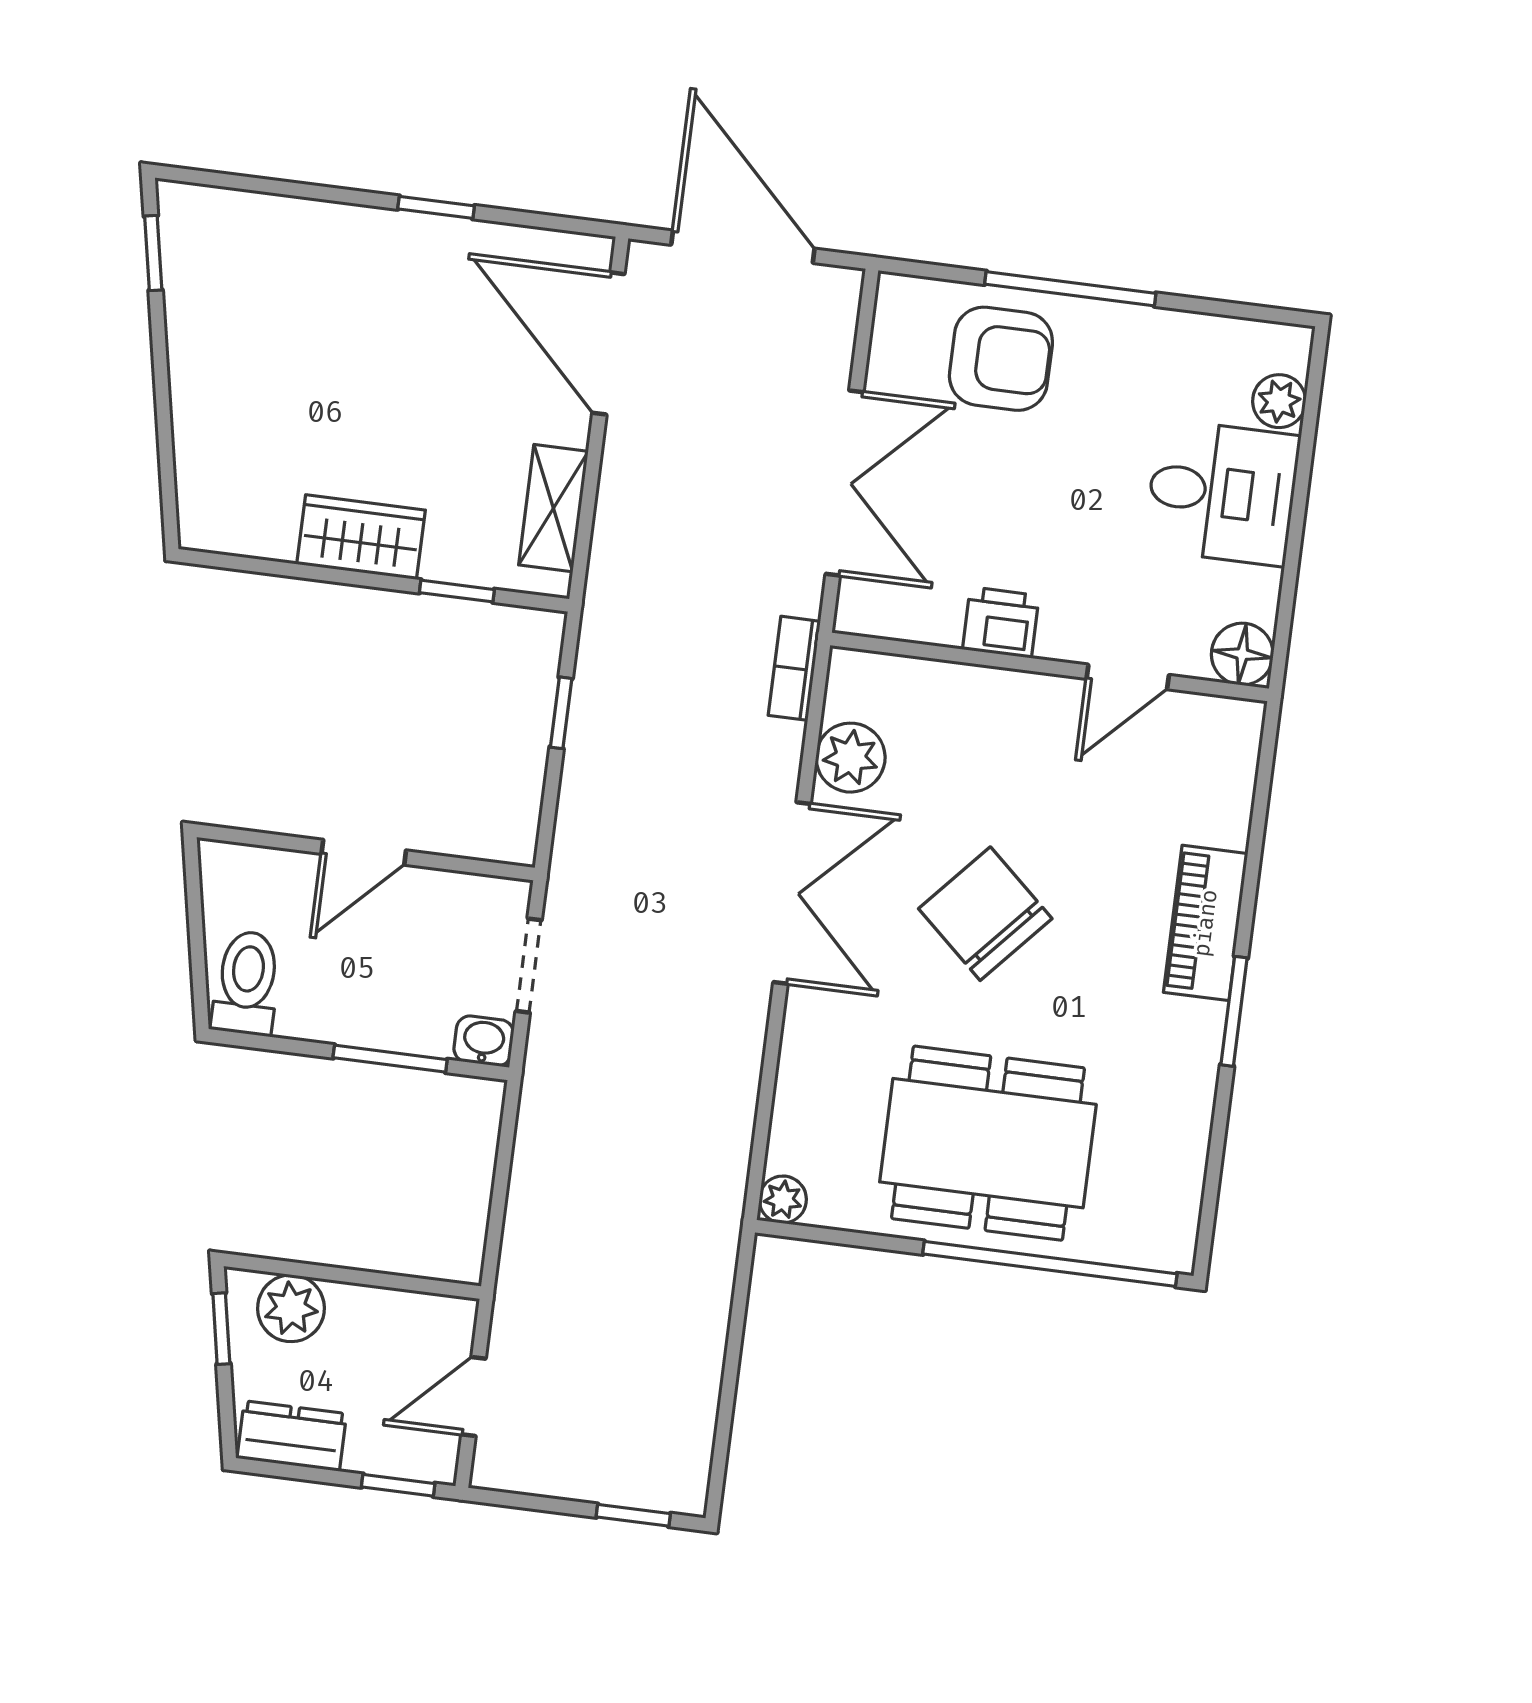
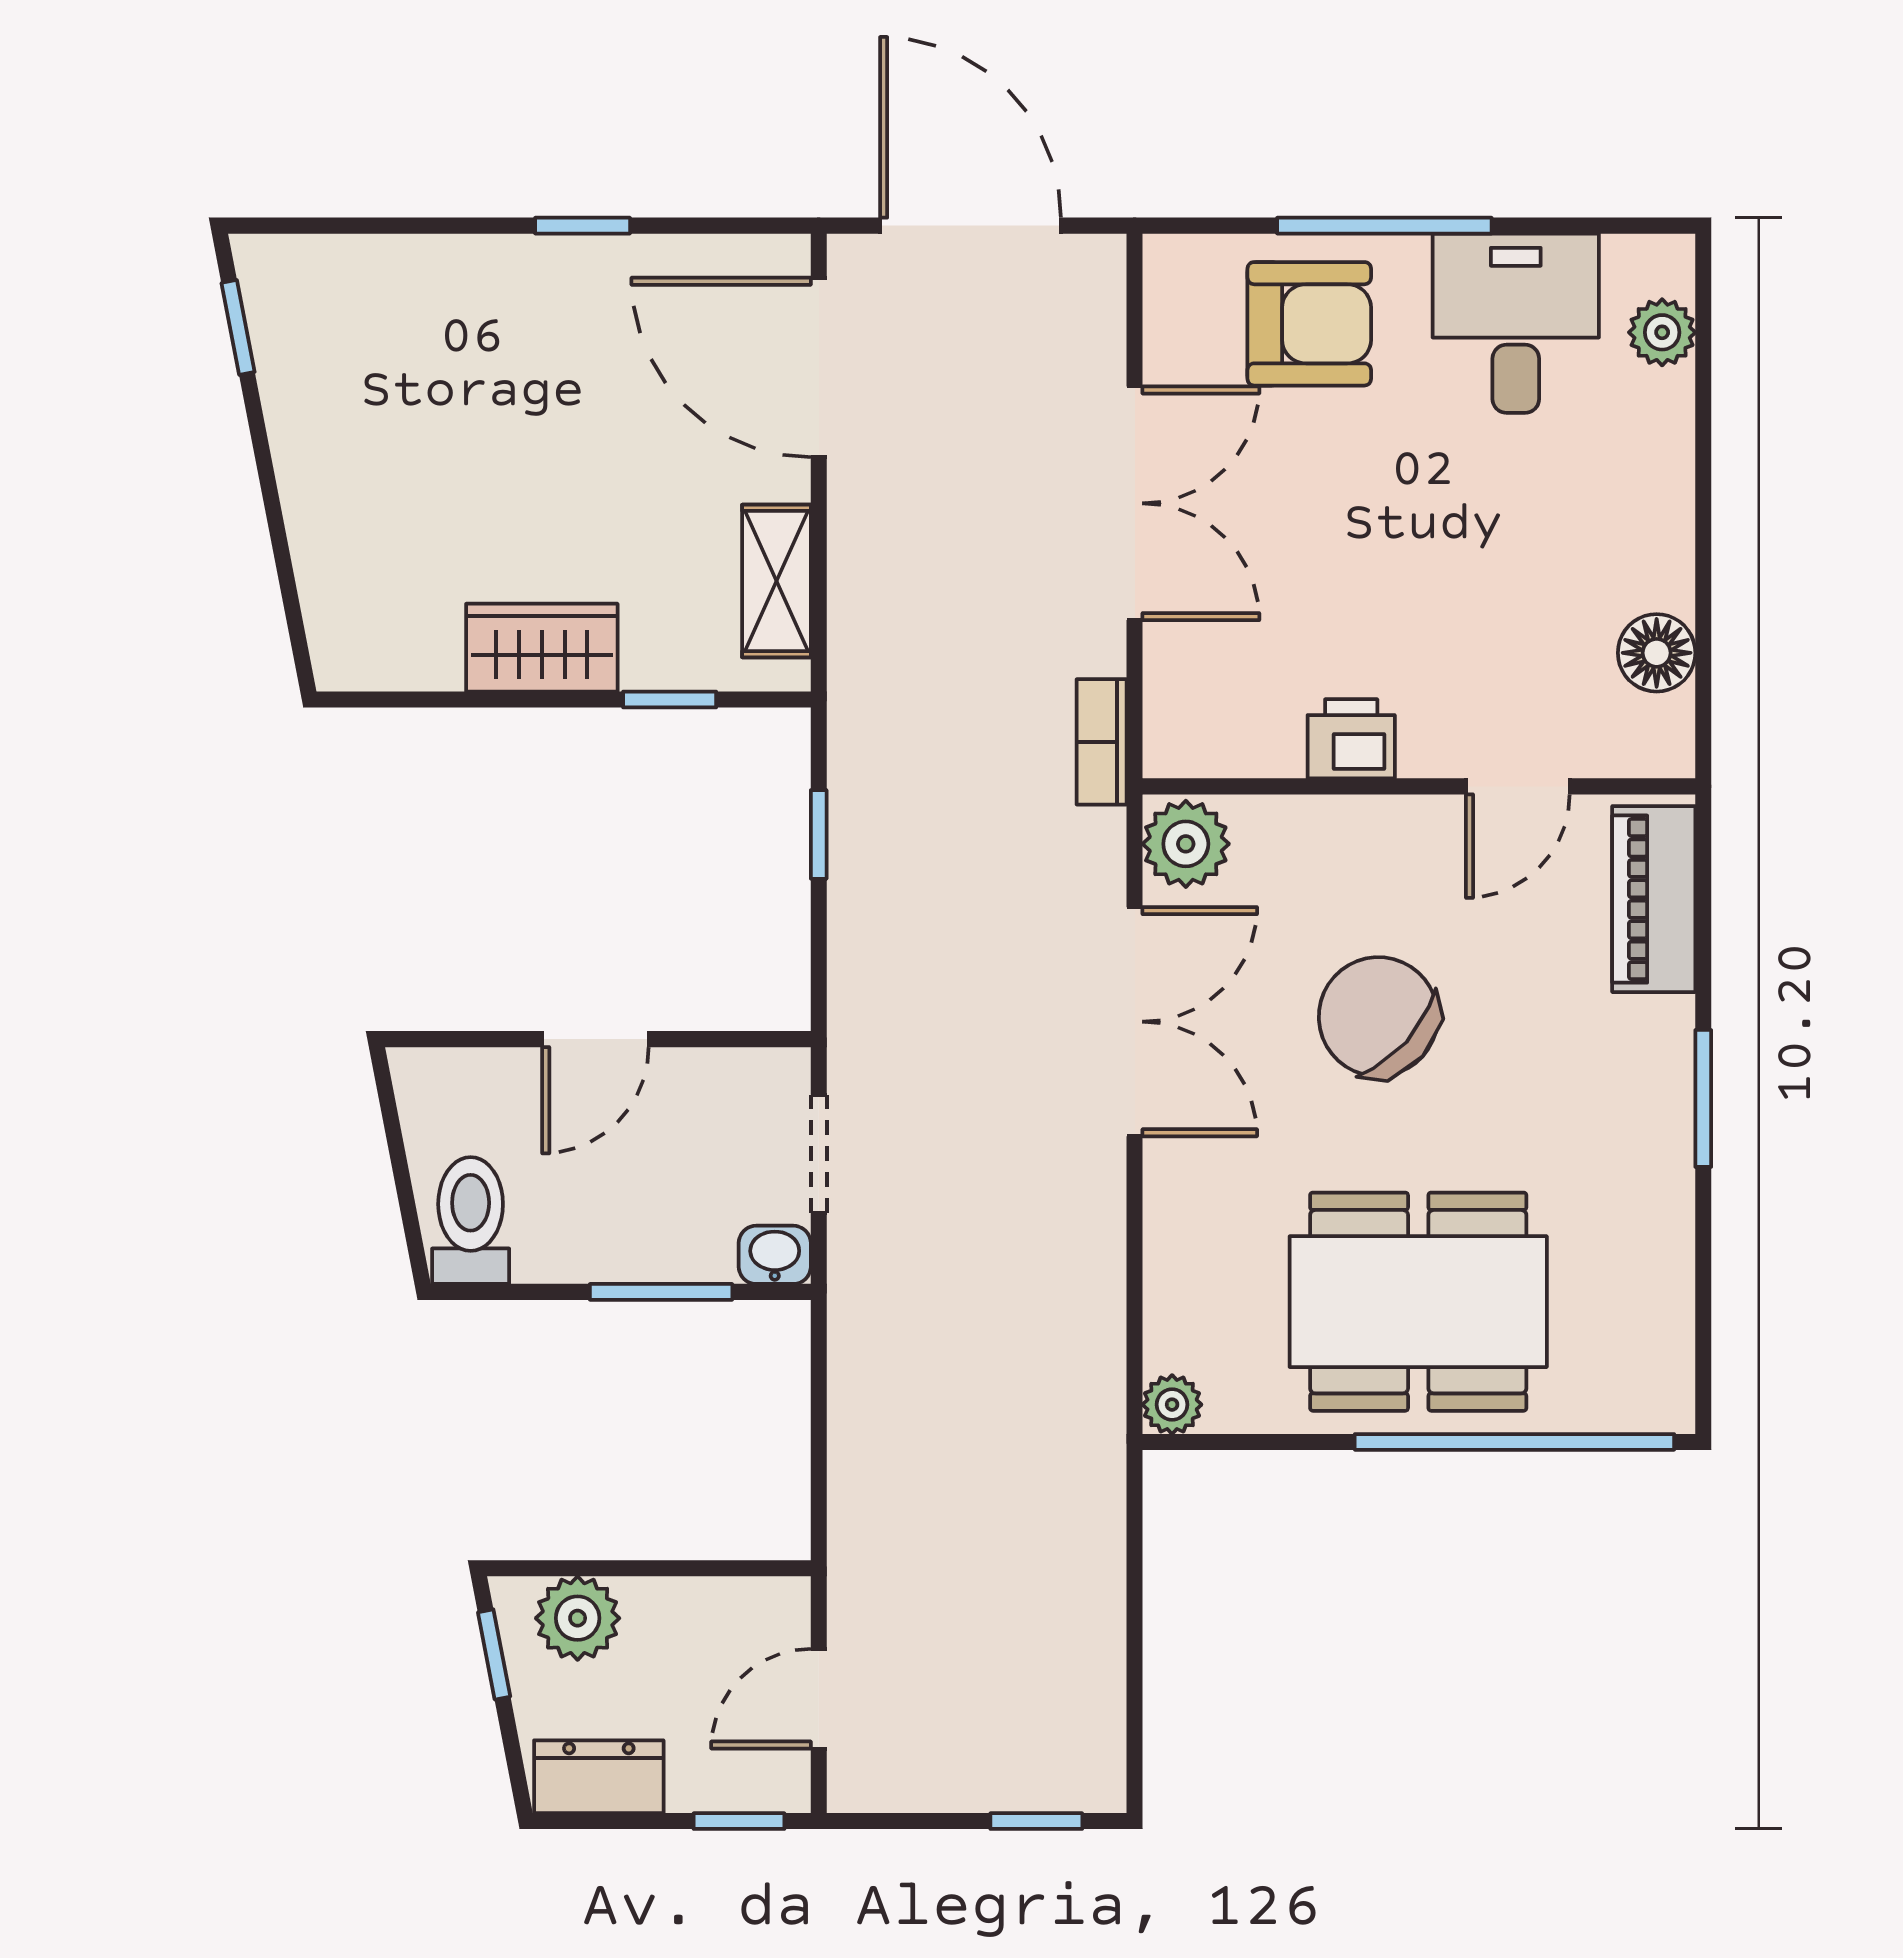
desk: (1222, 493) -> (1516, 323), moved, turned -90
printer: (1001, 622) -> (1351, 739), moved
wall: (1050, 667) -> (1419, 786), moved
door: (1128, 677) -> (1518, 786), moved
piano: (1206, 923) -> (1654, 899), moved

